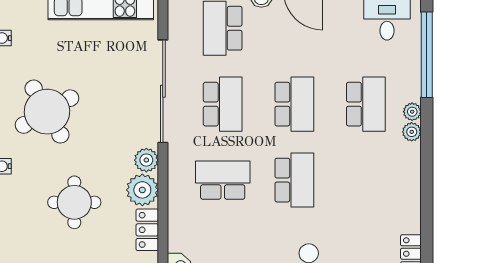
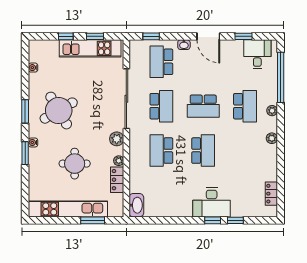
school desk: (294, 104) -> (203, 106), turned 90
plant: (412, 132) -> (272, 138), moved
school desk: (223, 180) -> (161, 151), turned -90
plant: (142, 190) -> (119, 161), width x0.53, depth x0.53

